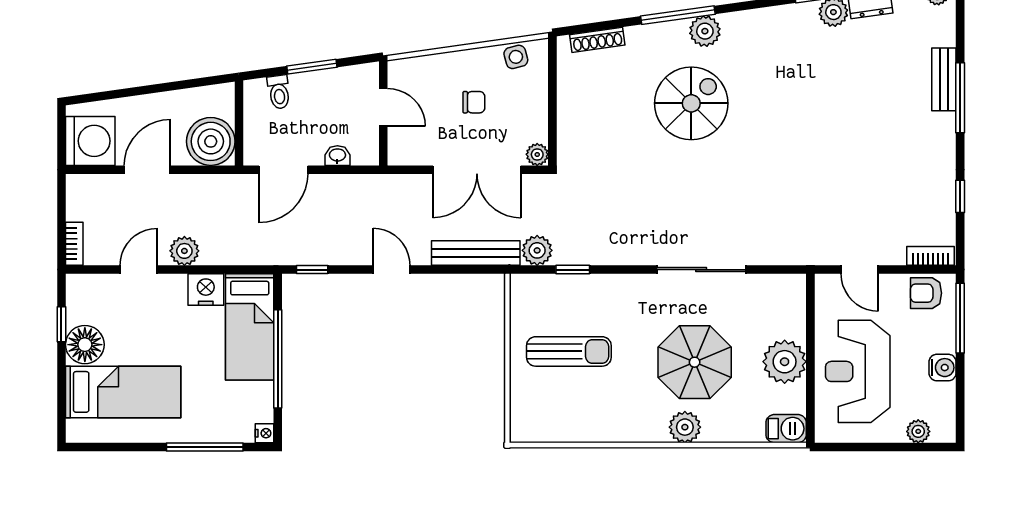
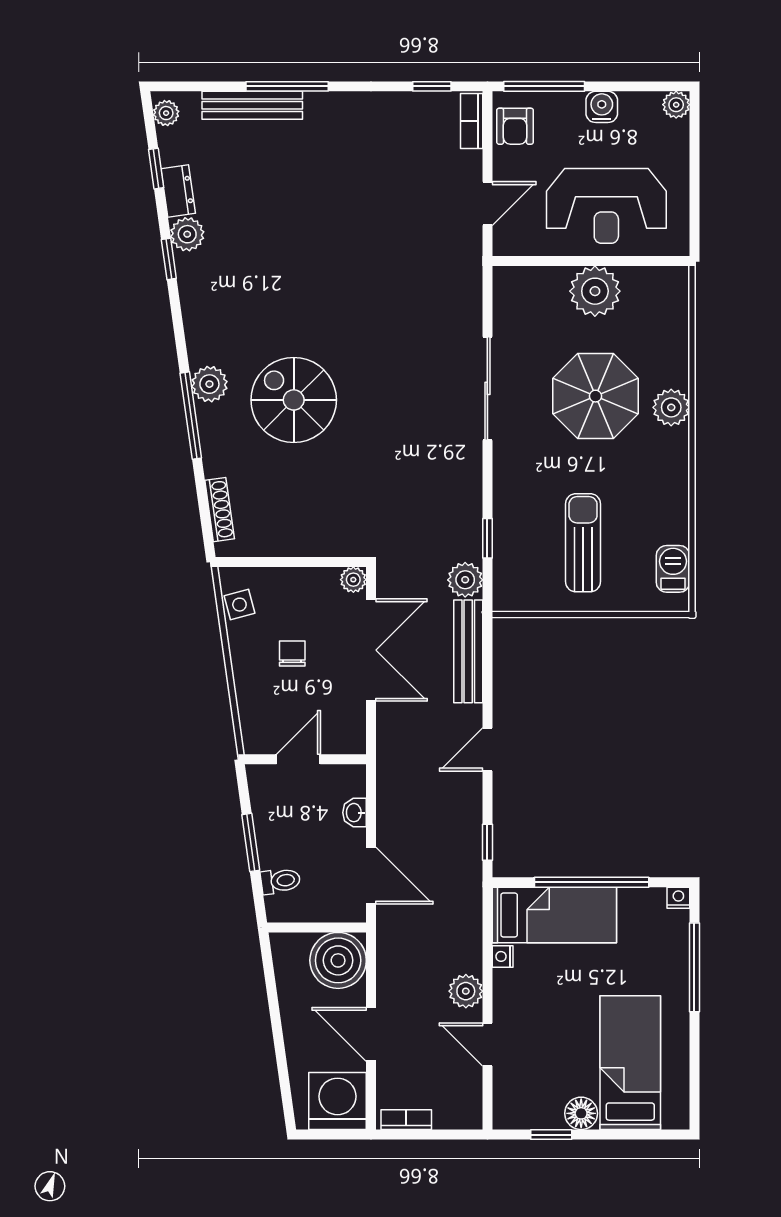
bench: (944, 79) -> (252, 105), width x1.36
window: (960, 196) -> (432, 86), moved
bookcase: (74, 244) -> (406, 1120), moved
nightstand: (206, 290) -> (503, 956), width x0.53, depth x0.56
floor lamp: (85, 345) -> (581, 1113), width x0.73, depth x0.73
barbecue: (786, 429) -> (673, 569), moved
plant: (918, 431) -> (676, 105), moved

